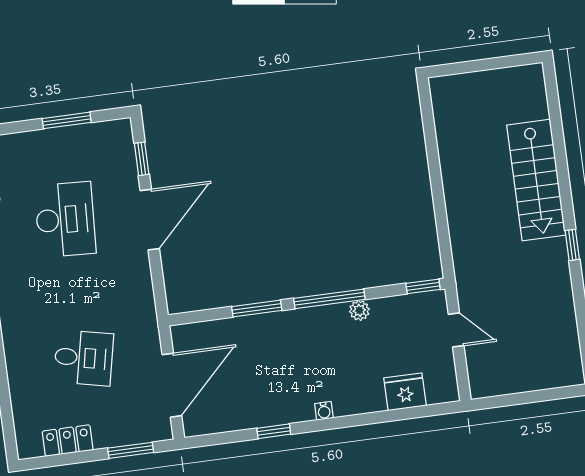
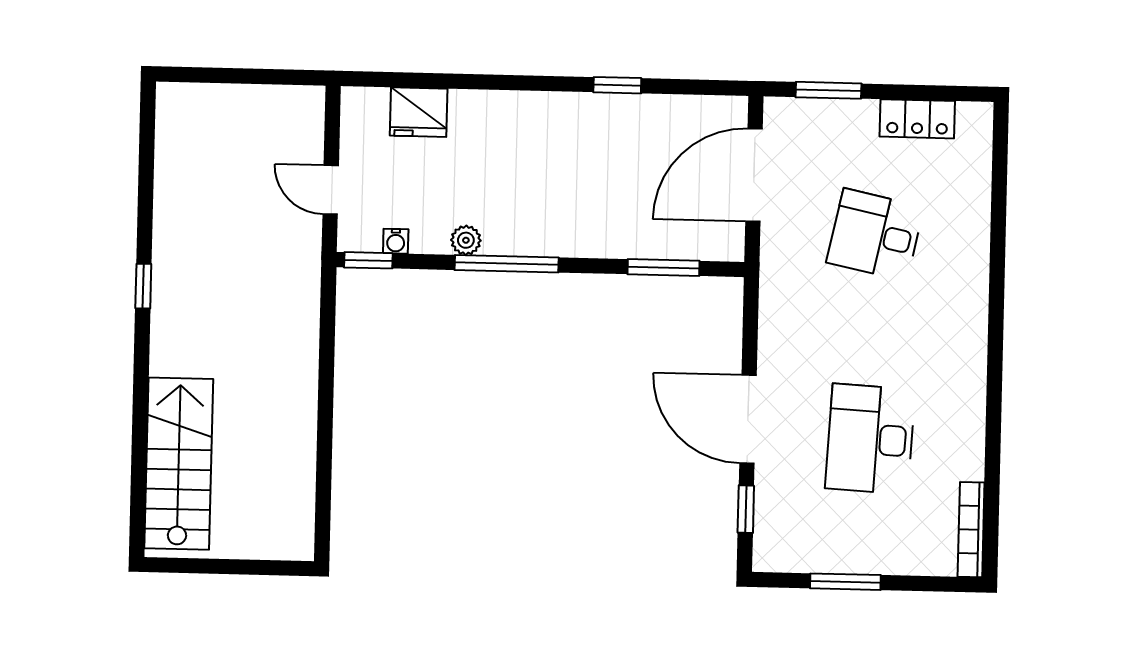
stairs: (536, 180) -> (179, 464), moved
door: (150, 220) -> (748, 419), hinge flipped
window: (257, 309) -> (663, 268), moved
water cooler: (324, 411) -> (396, 241), moved, turned 180

